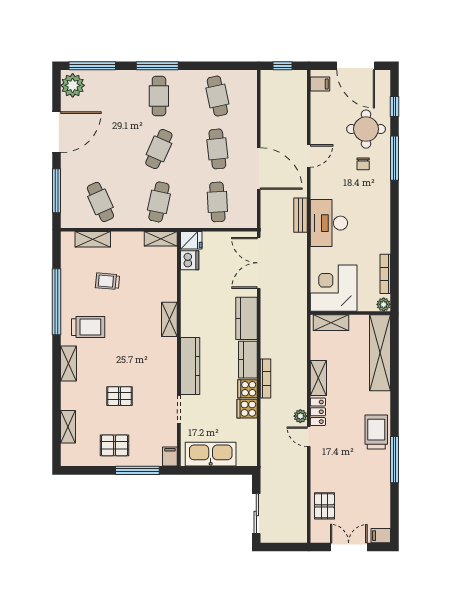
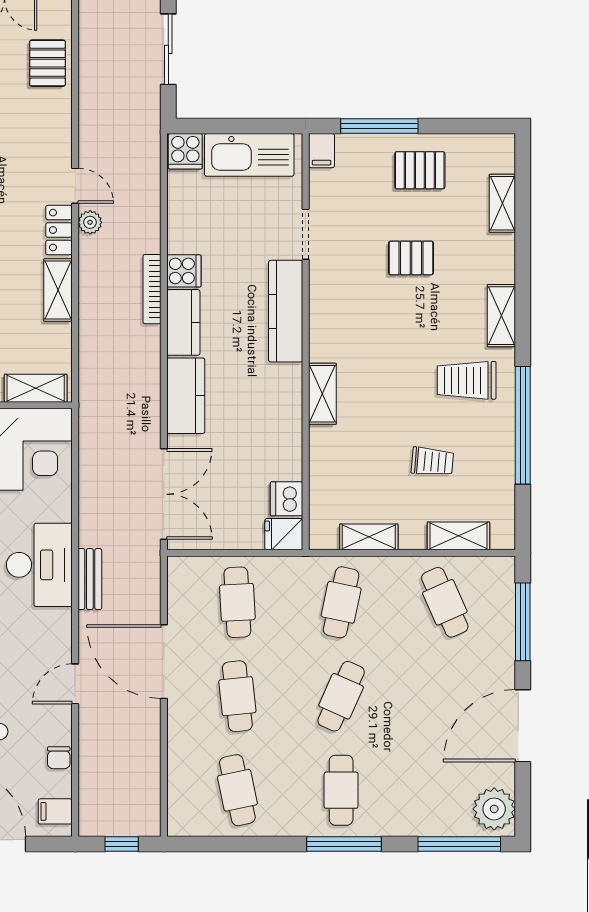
chair: (318, 114) -> (59, 758), added
shelving: (161, 239) -> (369, 537), moved
cooker: (247, 409) -> (185, 151), moved, turned 90

